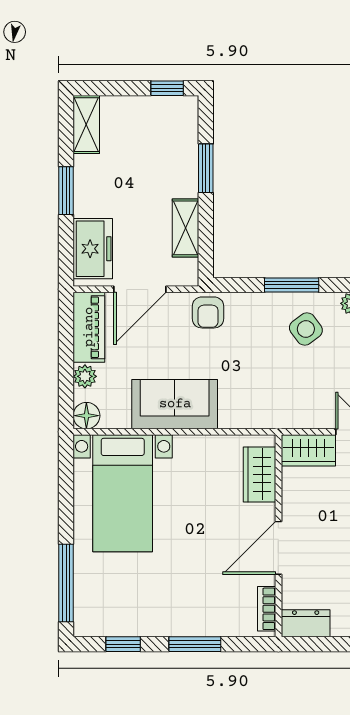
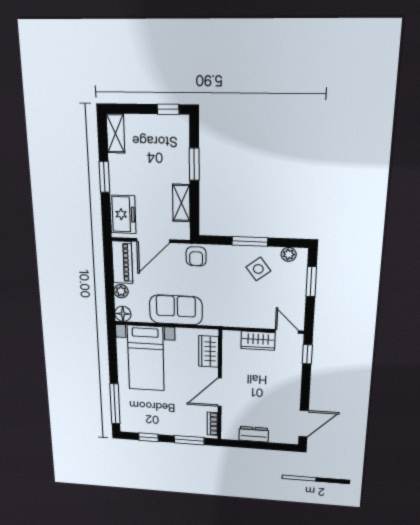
wardrobe: (260, 474) -> (209, 351), moved
wall: (278, 536) -> (220, 386), moved
door: (278, 548) -> (220, 392), moved
bookcase: (267, 609) -> (213, 424), moved

